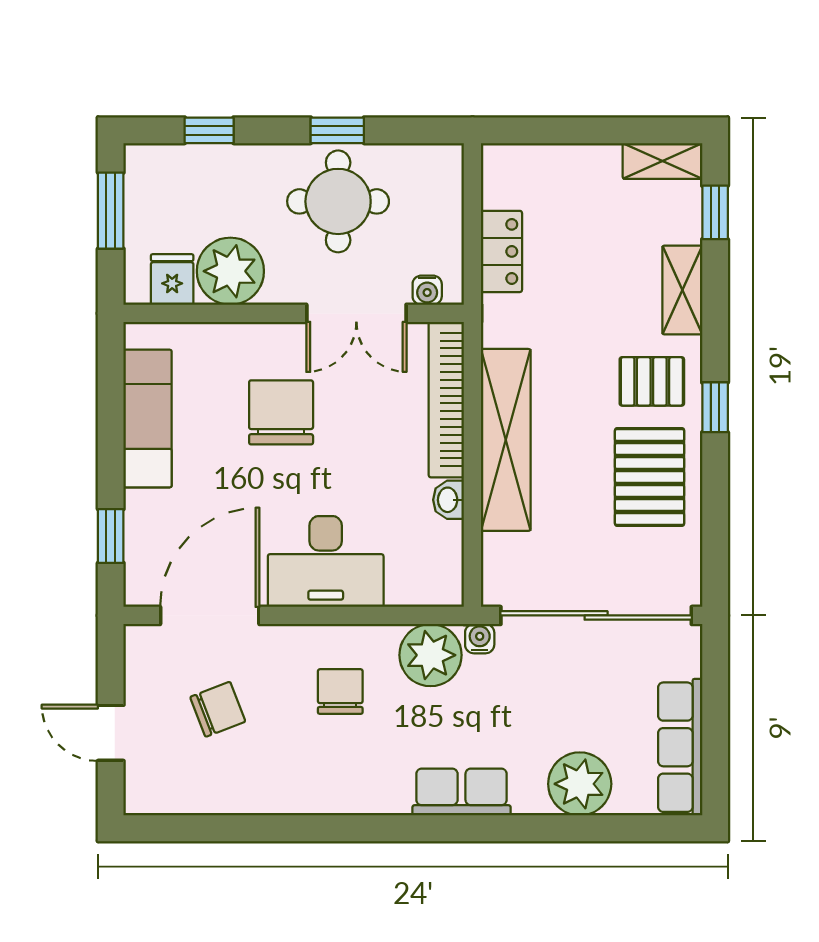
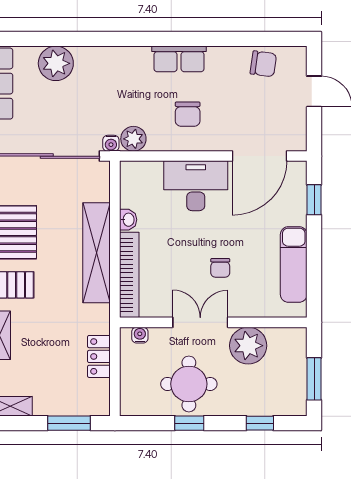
window: (556, 130) -> (69, 423), added
fridge: (172, 279) -> (280, 341), removed
double door: (356, 313) -> (200, 322), moved
chair: (281, 412) -> (220, 268), width x0.54, depth x0.54
plant: (430, 655) -> (133, 139), width x0.73, depth x0.73
chair: (218, 709) -> (263, 64), moved, turned -151
row of seats: (462, 792) -> (179, 59), moved

